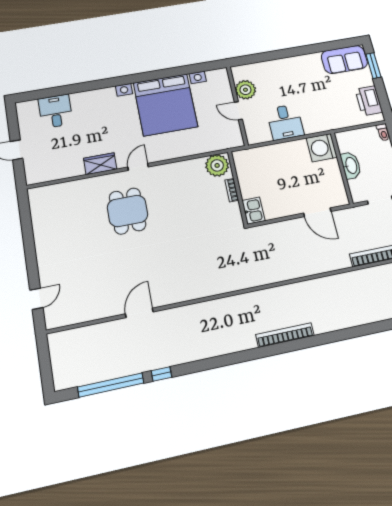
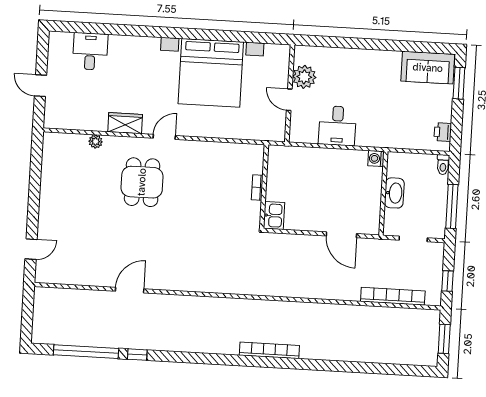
printer: (369, 101) -> (443, 132), width x0.53, depth x0.68
washing machine: (322, 148) -> (376, 158), width x0.53, depth x0.53
plant: (217, 165) -> (96, 141), moved, width x0.53, depth x0.53

